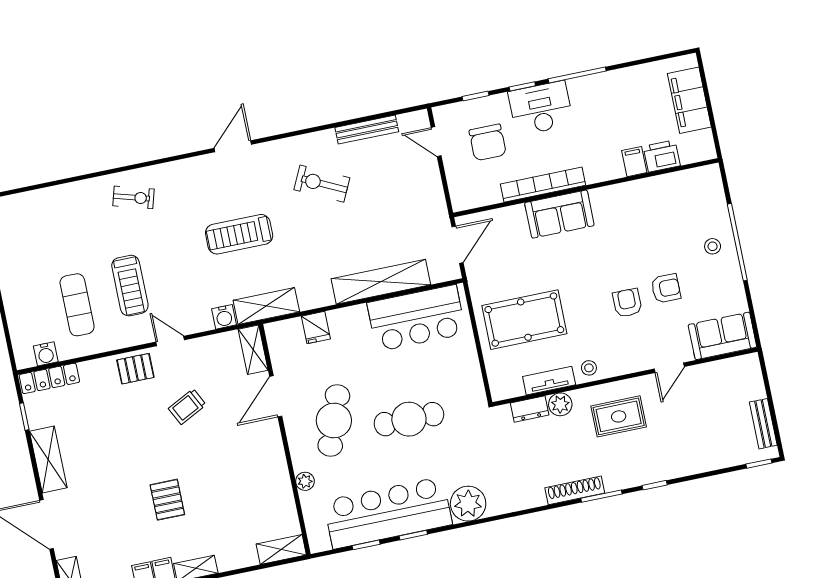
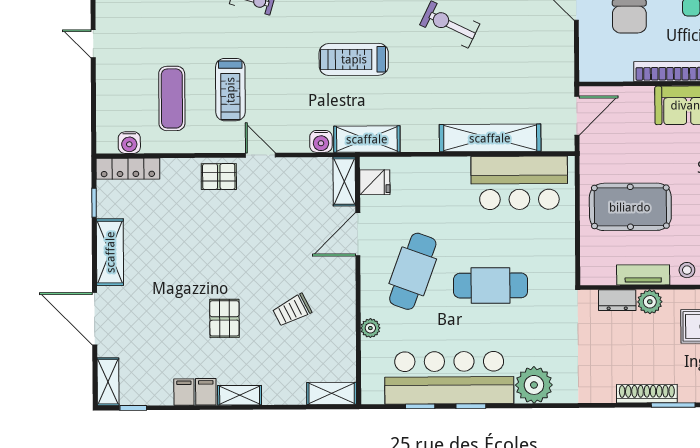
fridge: (316, 328) -> (375, 182), moved, turned -90
trolley: (187, 407) -> (292, 310), moved

